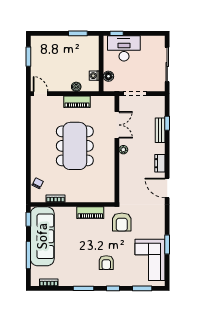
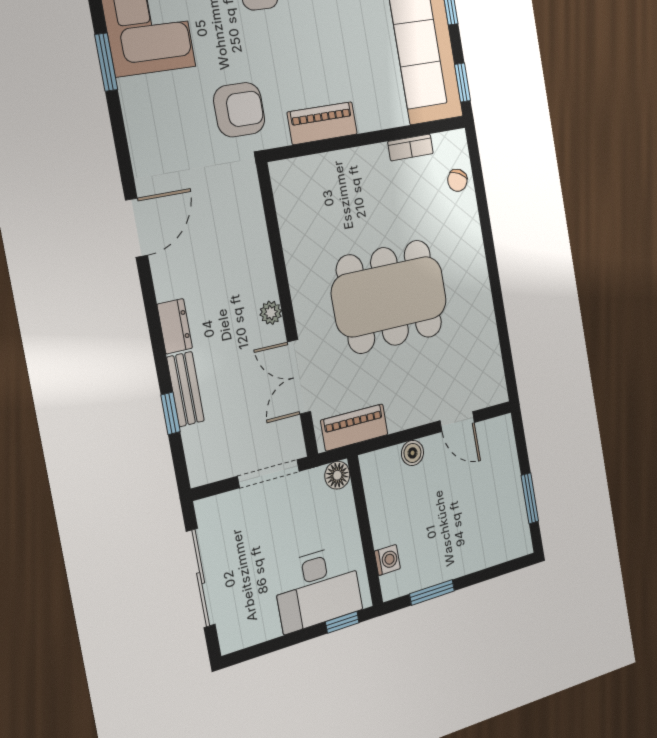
washing machine: (94, 76) -> (387, 560), moved
floor lamp: (108, 76) -> (337, 475), moved
door: (41, 94) -> (457, 422), moved
piano: (77, 102) -> (354, 427), moved
dining table: (75, 146) -> (390, 296), turned 90
dresser: (160, 163) -> (175, 326), moved
door: (167, 188) -> (137, 228), hinge flipped
armchair: (122, 222) -> (239, 110), turned 90

